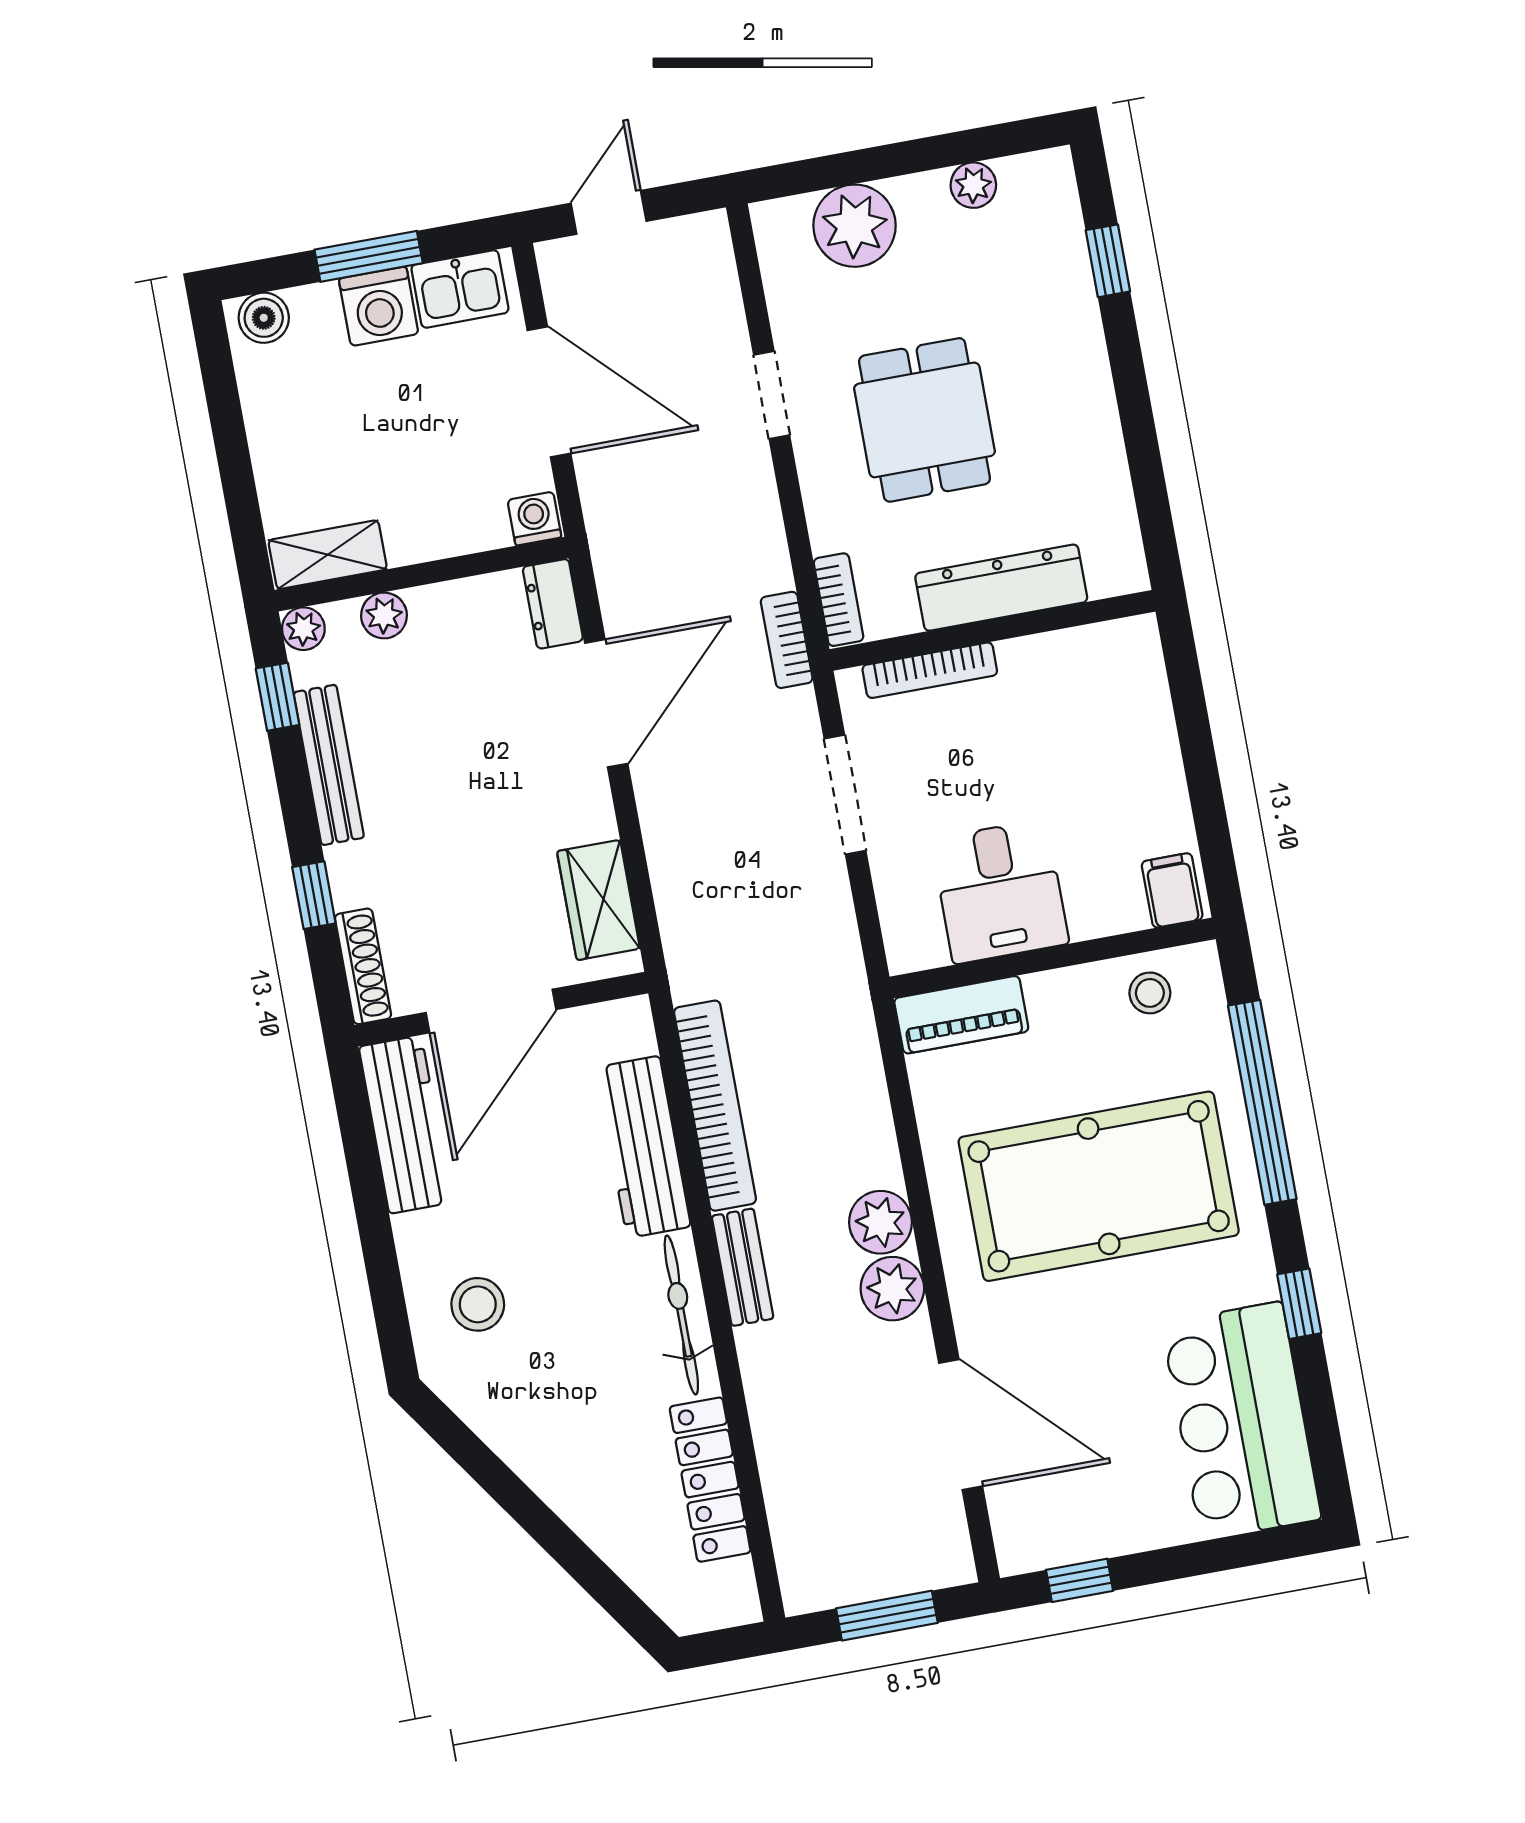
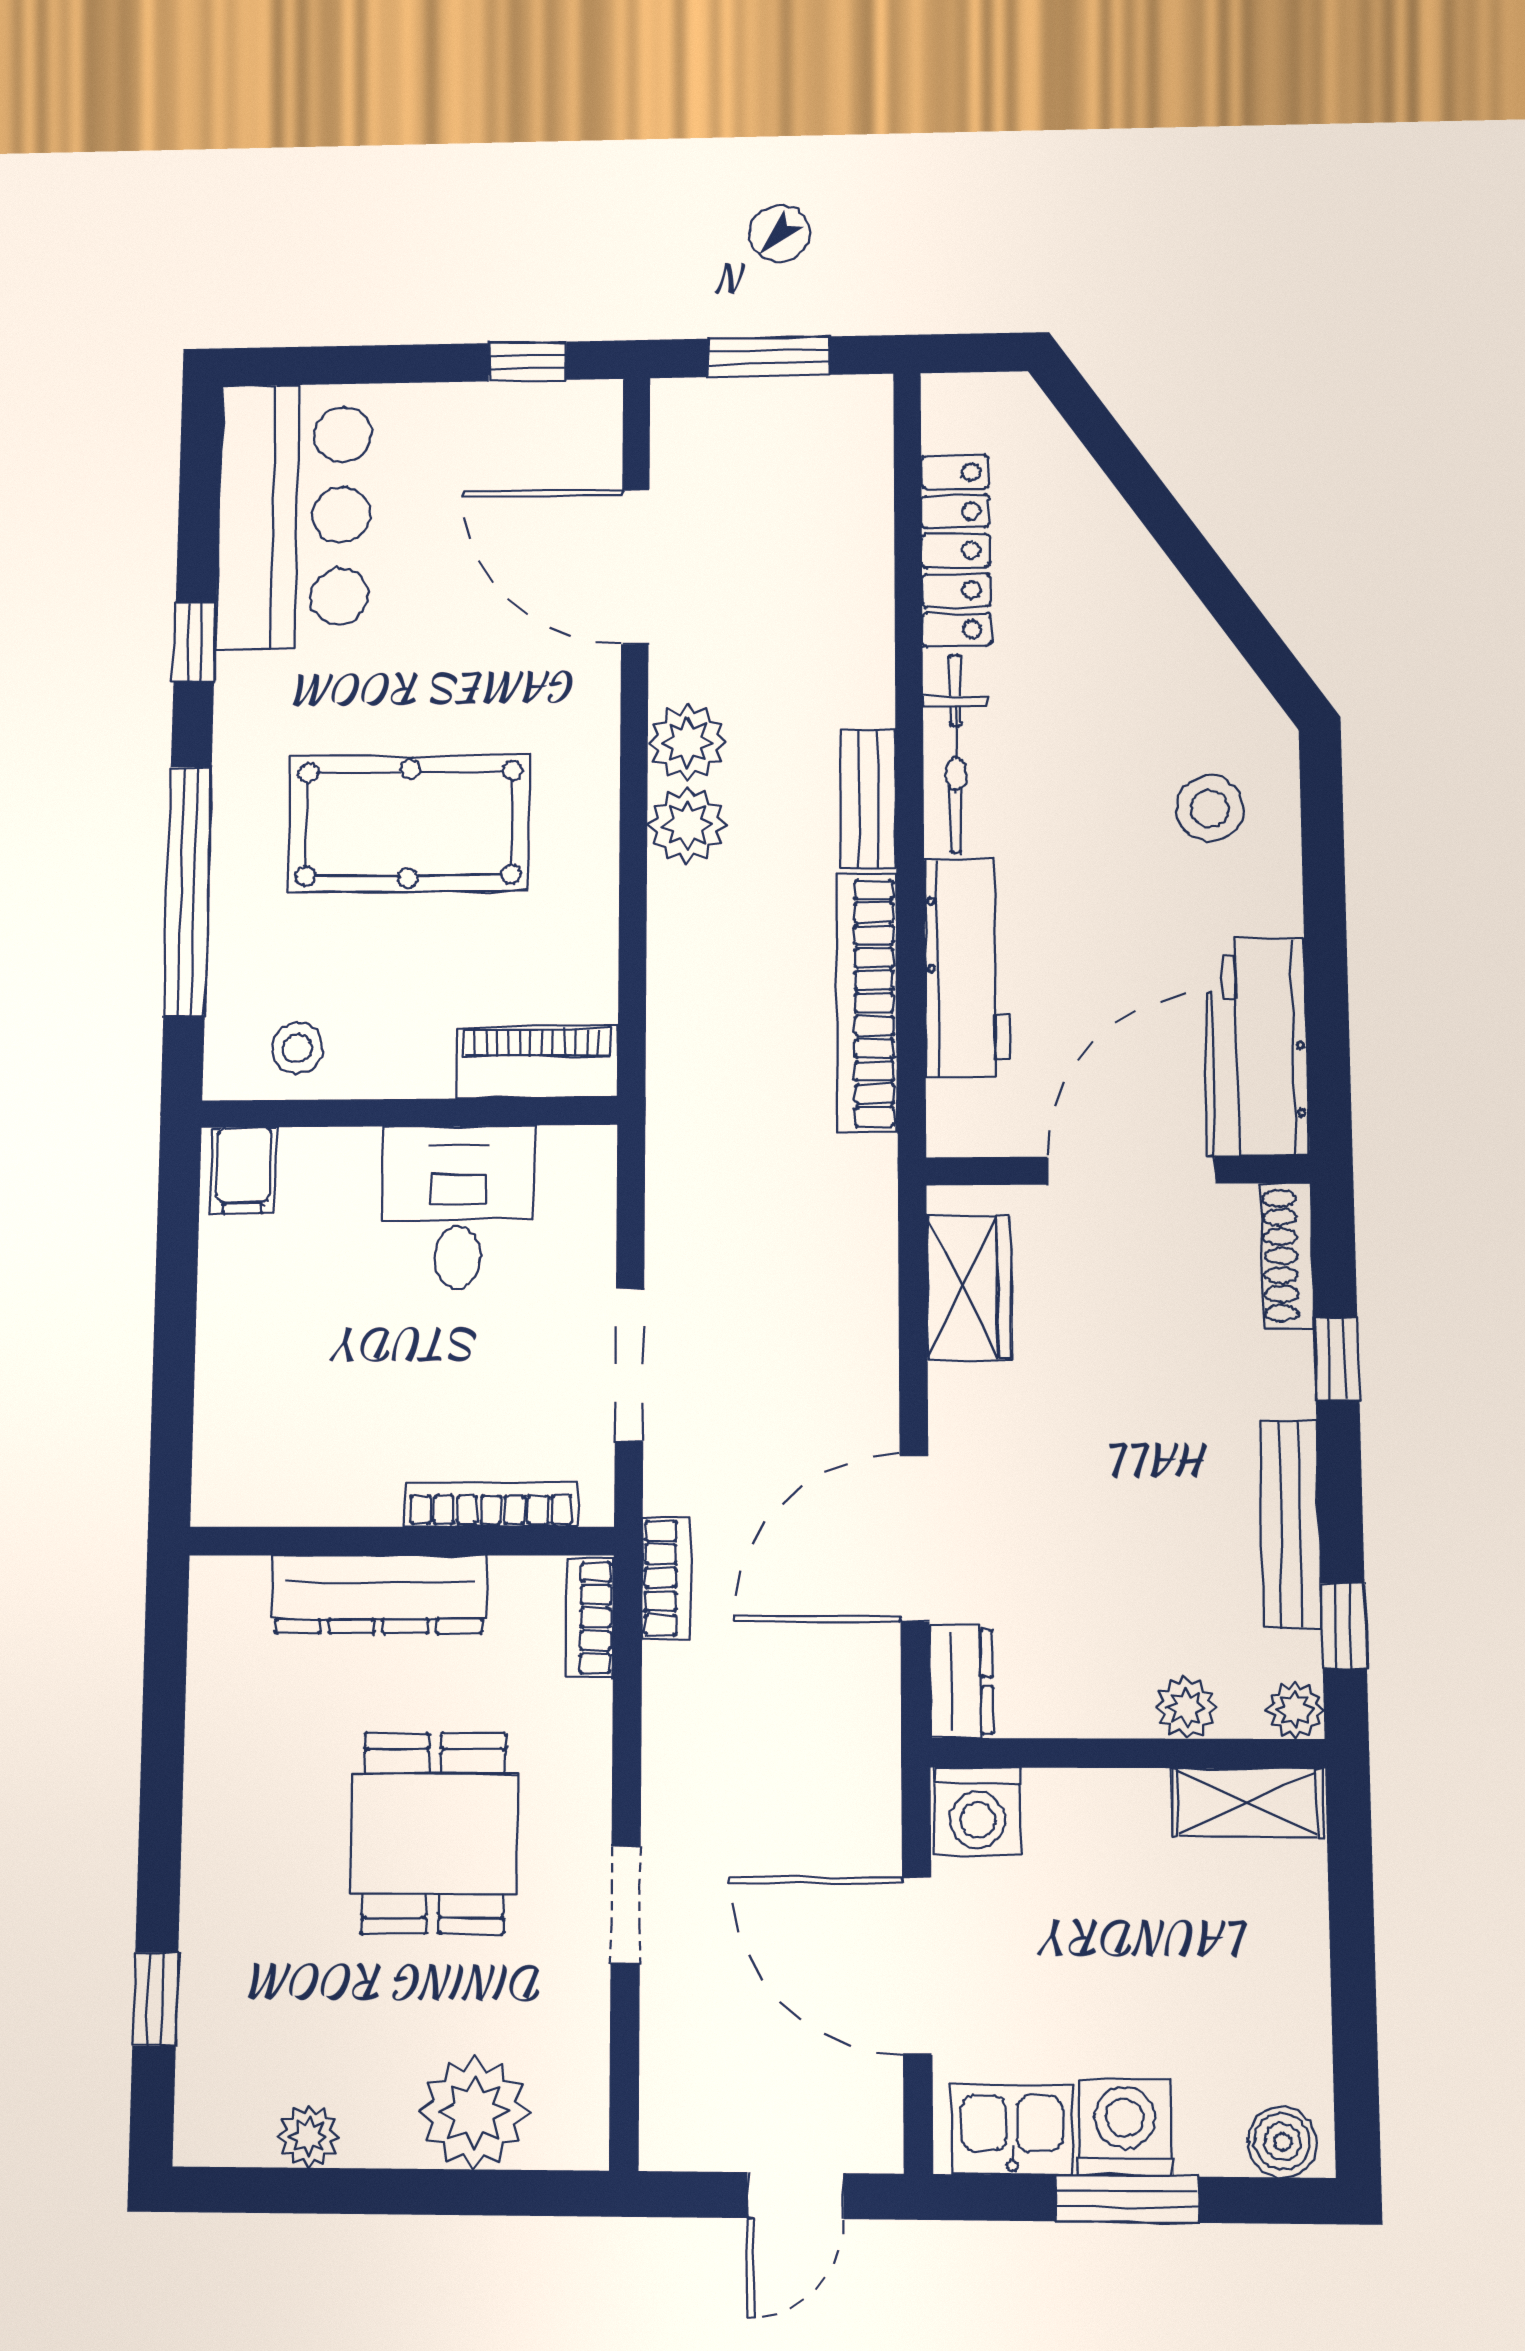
washing machine: (534, 519) -> (978, 1811), width x1.38, depth x1.38
pool table: (1099, 1186) -> (409, 823), width x0.73, depth x0.76

